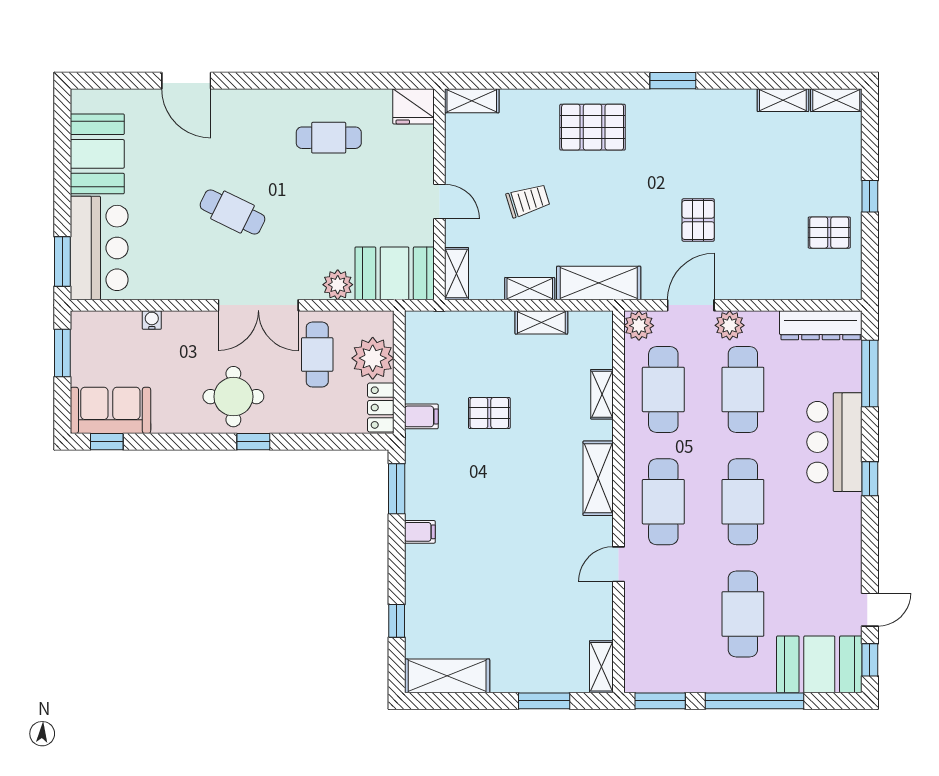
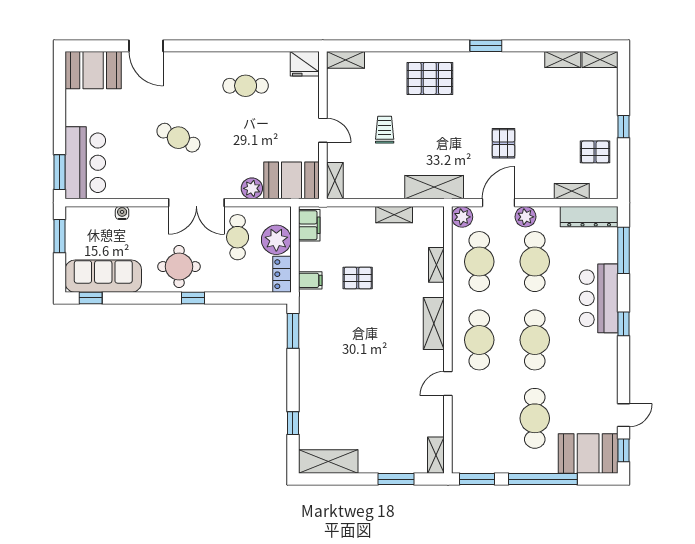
booth: (97, 154) -> (93, 70), moved, turned 90
trolley: (528, 201) -> (385, 130), turned -73
shelving: (530, 289) -> (572, 191), moved
sofa: (110, 410) -> (103, 276), width x1.36
filing cabinet: (420, 532) -> (309, 225), moved, width x2.00

